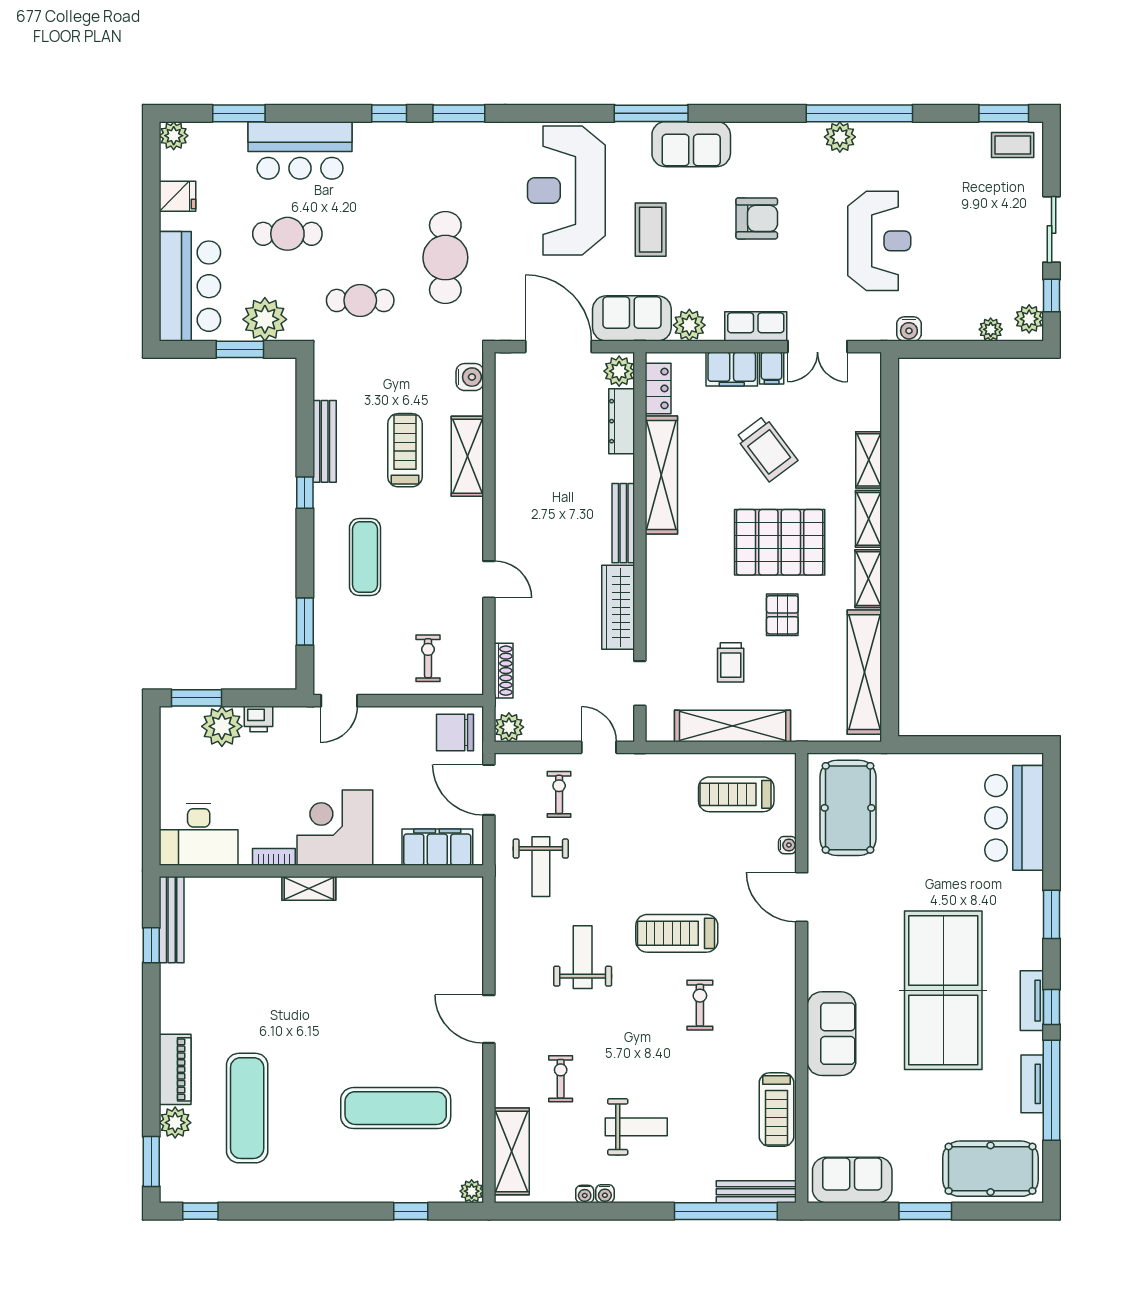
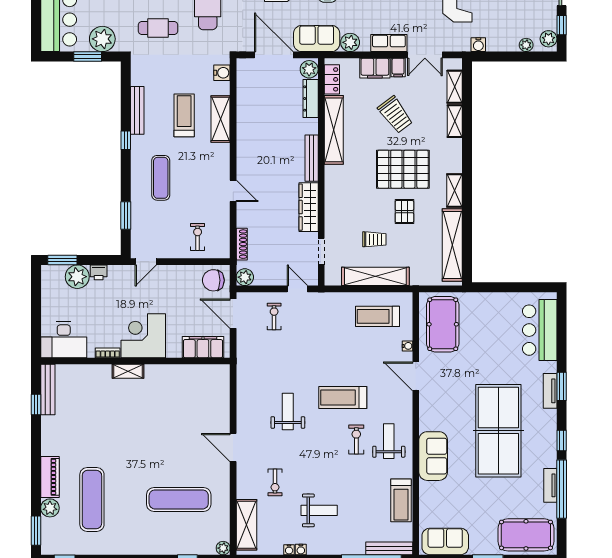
shelving: (868, 519) -> (455, 87), moved
trolley: (731, 662) -> (374, 239), turned -90
weight bench: (541, 867) -> (389, 441), moved, turned 180
tv unit: (1032, 1001) -> (550, 391), moved
exercise bike: (561, 1079) -> (275, 482), turned 180

